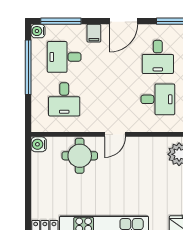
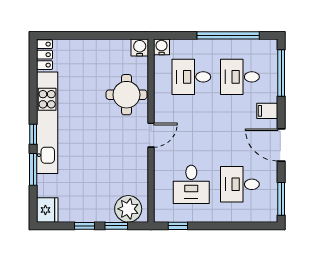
water cooler: (38, 31) -> (162, 47), moved
desk: (64, 57) -> (240, 77), turned -90
door: (115, 134) -> (151, 135), swing flipped

